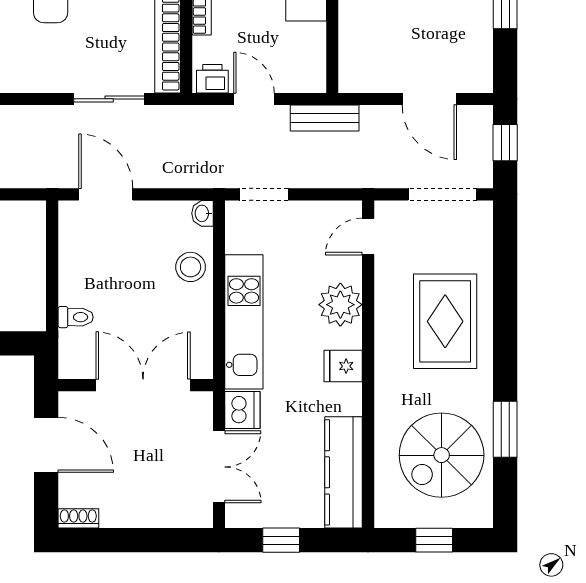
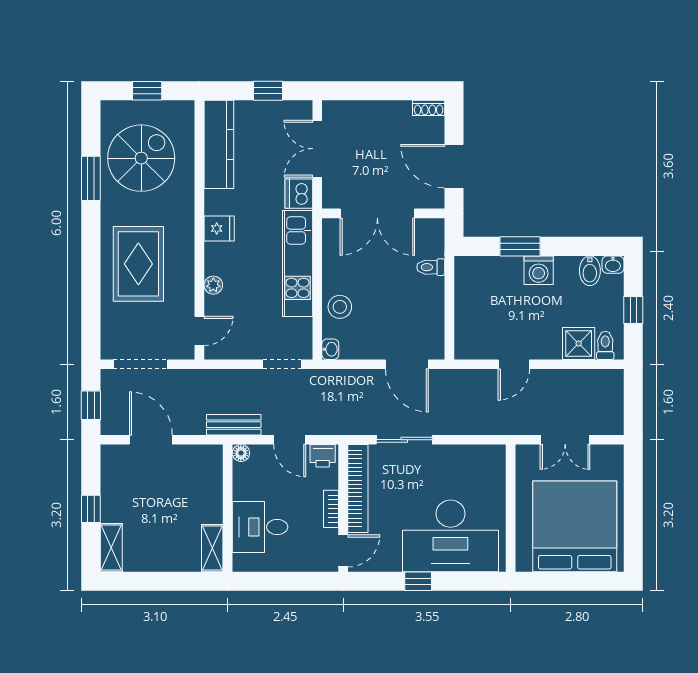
floor lamp: (315, 82) -> (241, 453), added
plant: (340, 305) -> (213, 285), width x0.53, depth x0.53

